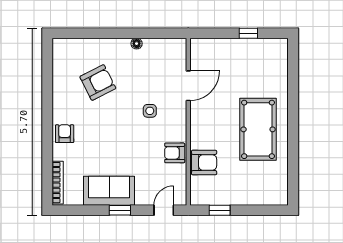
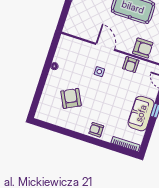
door: (188, 86) -> (105, 47), moved
armchair: (204, 162) -> (143, 48), turned 90

